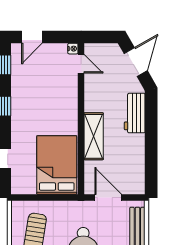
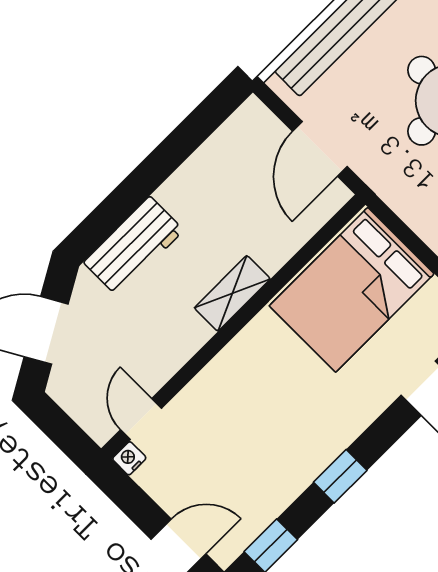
shelving: (94, 136) -> (232, 293), width x0.67, depth x0.75

